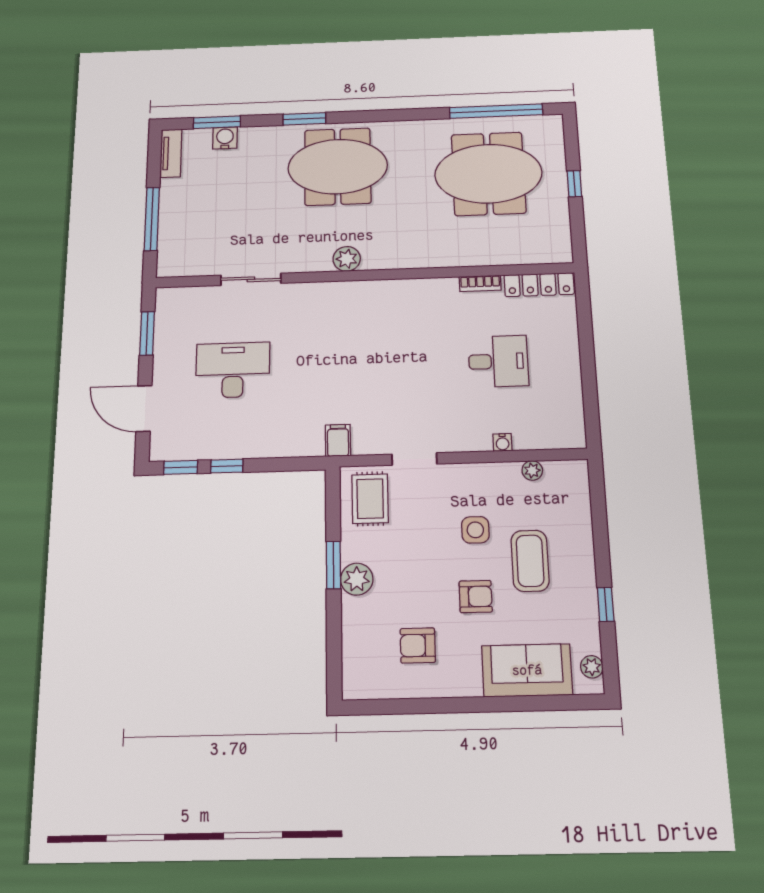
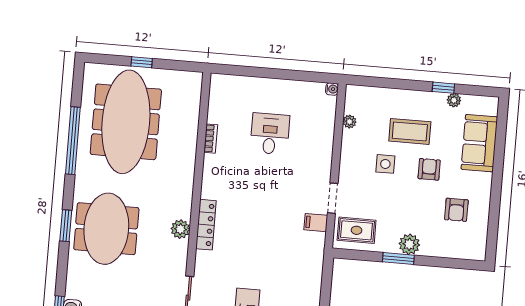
window: (496, 111) -> (73, 141), moved
window: (304, 119) -> (66, 226), moved
meeting table: (488, 174) -> (126, 122), width x1.36
locker: (539, 285) -> (206, 225), moved
filing cabinet: (338, 440) -> (316, 223), moved
water cooler: (502, 442) -> (332, 89), moved
plant: (592, 667) -> (454, 100), moved

